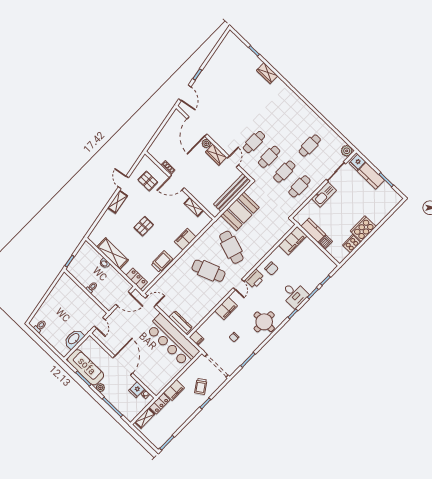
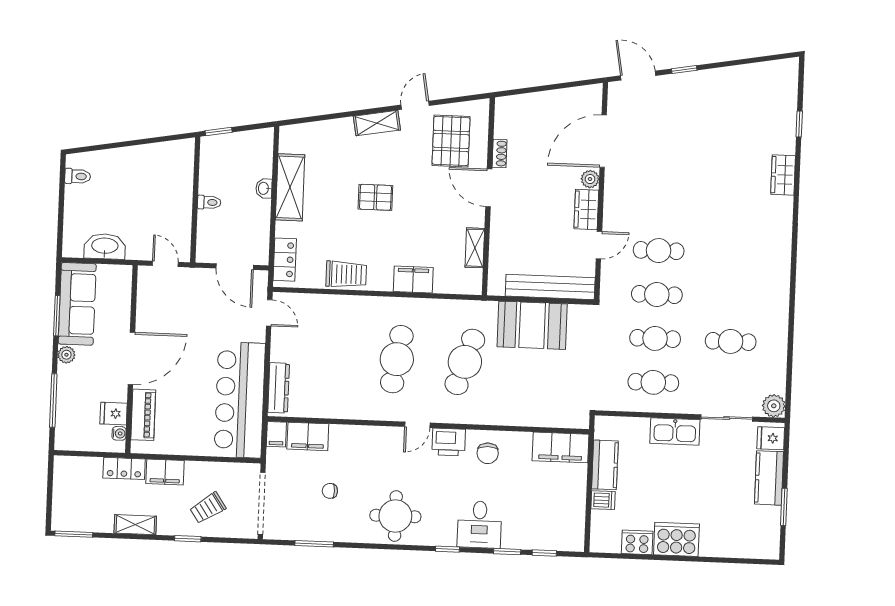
door: (185, 93) -> (638, 76), swing flipped
pallet: (148, 181) -> (451, 141), width x1.50, depth x1.42
cafe table: (208, 271) -> (397, 359), turned 30
filing cabinet: (226, 308) -> (308, 436), moved
door: (100, 323) -> (165, 264), swing flipped
piano: (147, 379) -> (143, 415), added
shelving: (145, 418) -> (135, 525), moved

